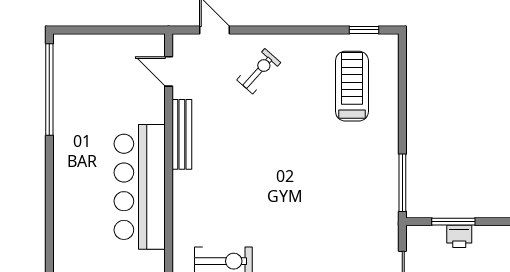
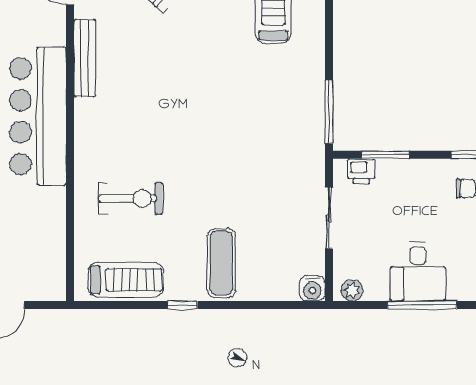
printer: (459, 236) -> (361, 171), moved

